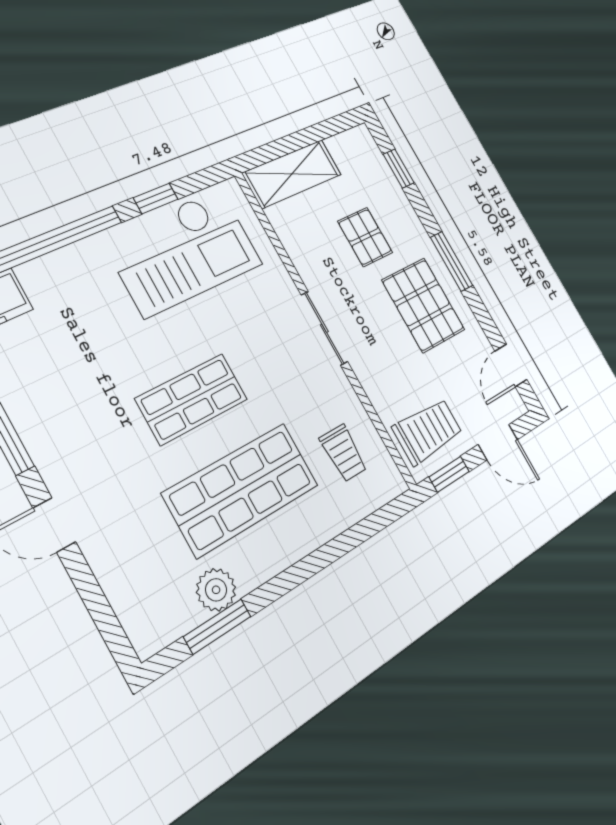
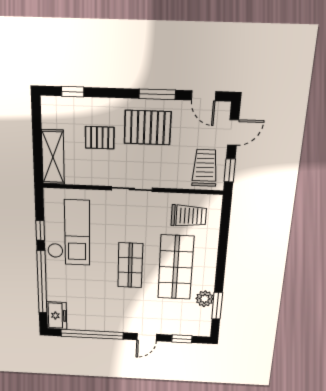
window: (452, 261) -> (157, 94), moved
trolley: (343, 453) -> (189, 216), width x1.36, depth x1.39
window: (98, 605) -> (182, 339), added

